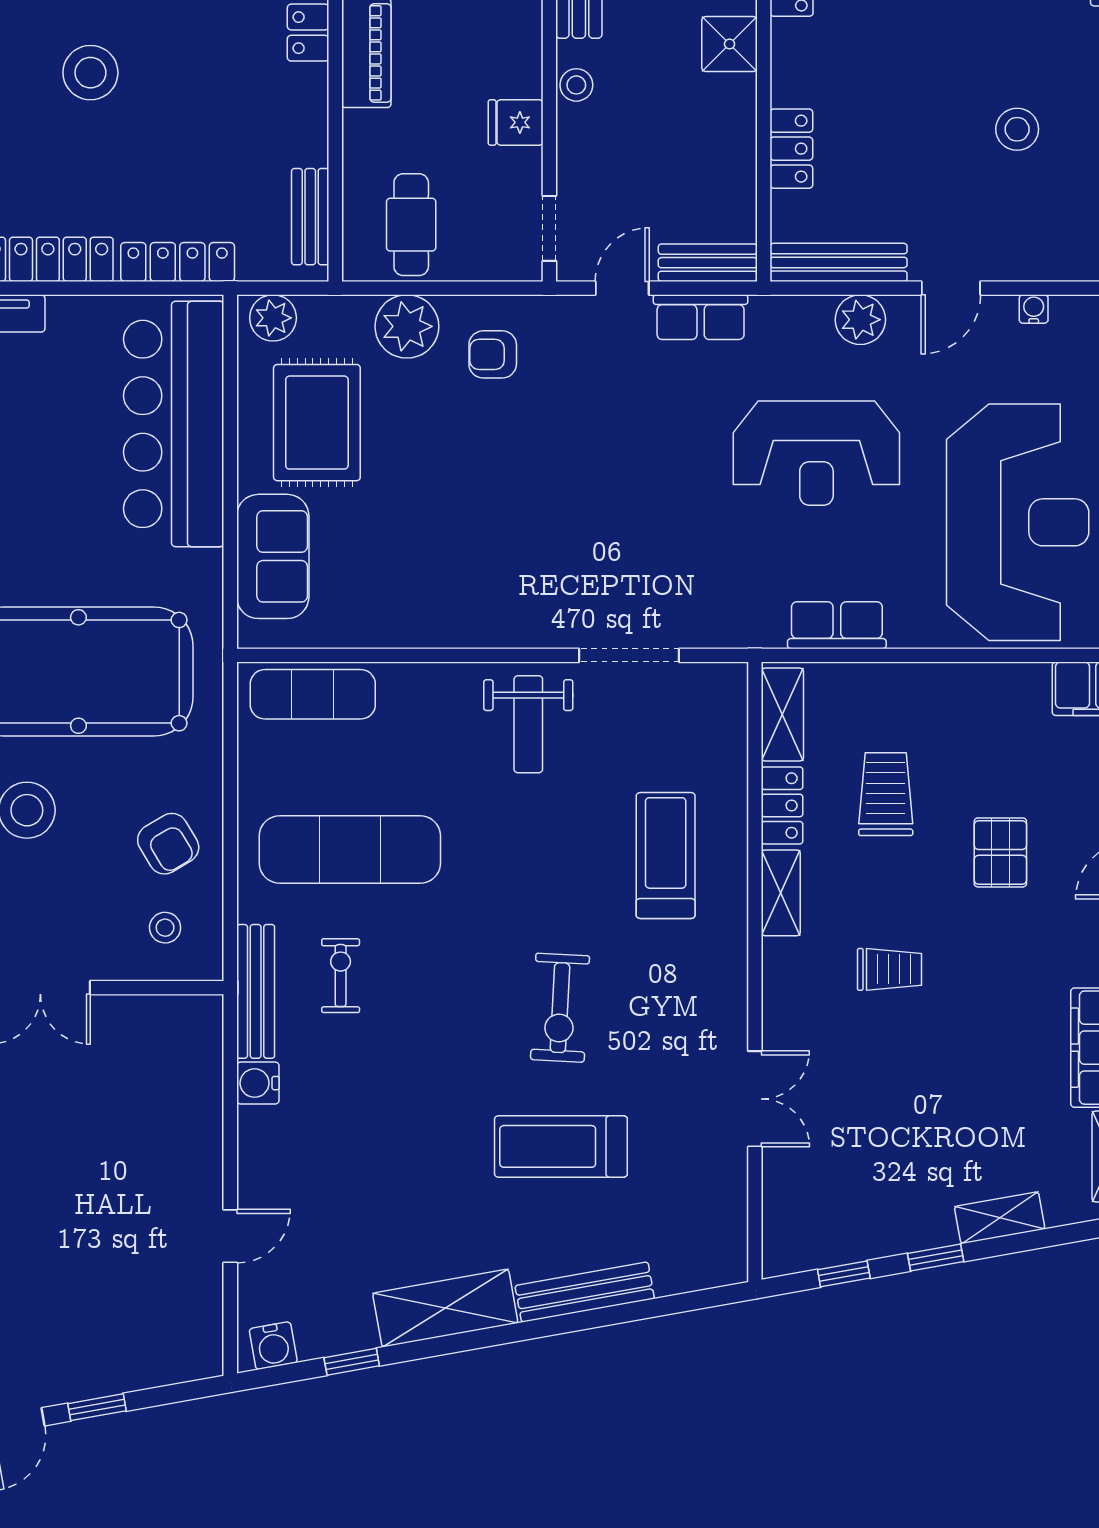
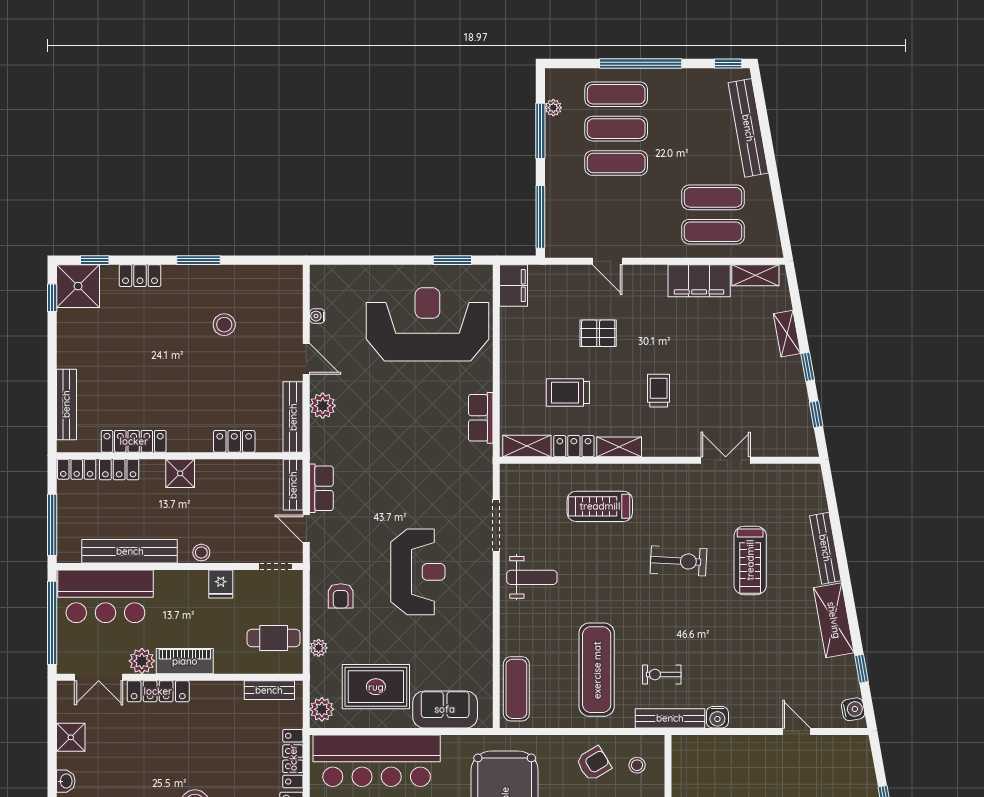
plant: (407, 326) -> (319, 648), width x0.53, depth x0.53
reception desk: (816, 453) -> (418, 572), moved

